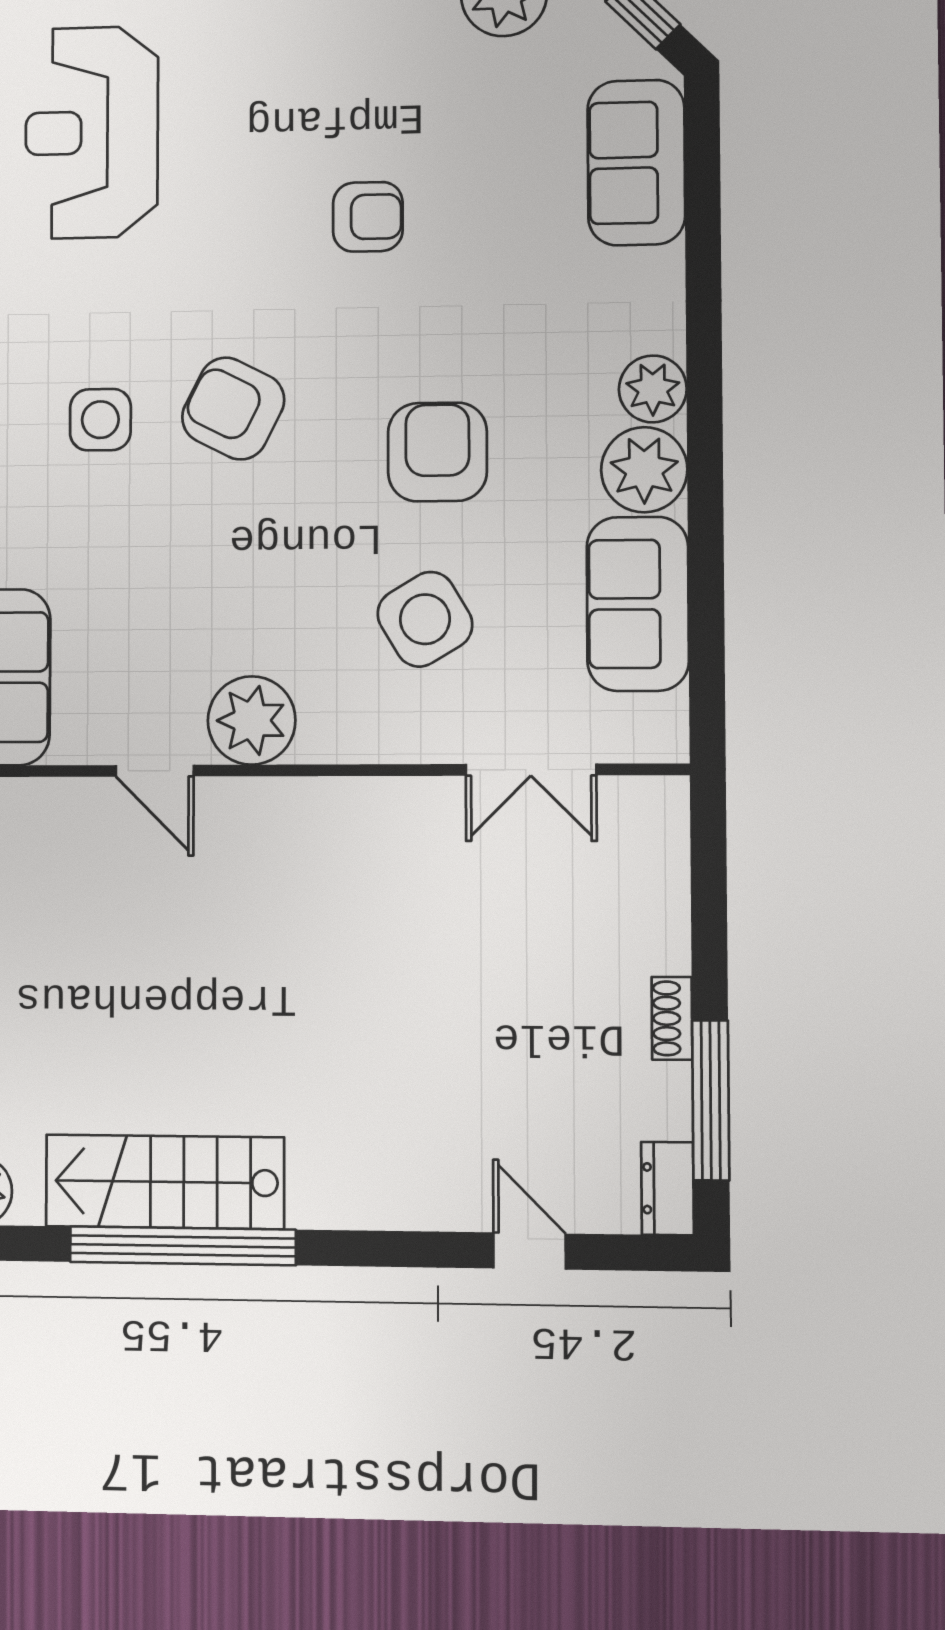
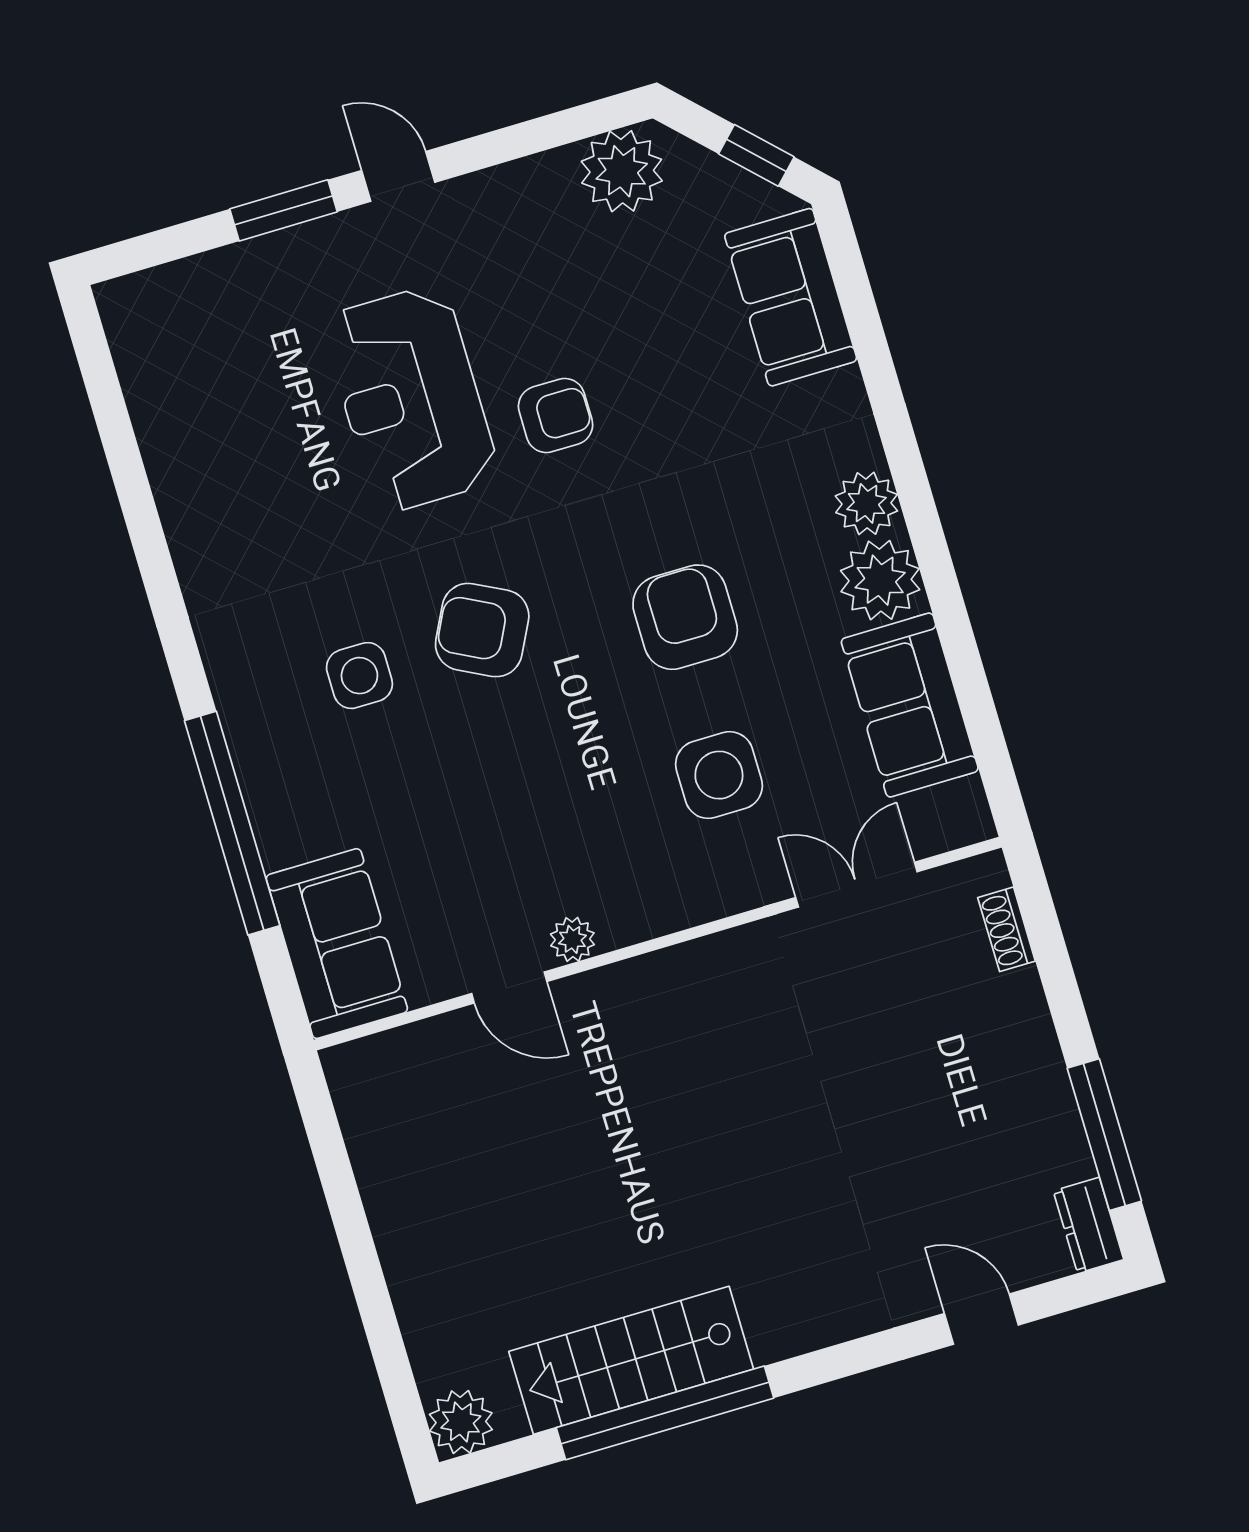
reception desk: (92, 132) -> (411, 399), moved
side table: (425, 619) -> (719, 775), turned 31
plant: (252, 720) -> (572, 939), width x0.53, depth x0.53
double door: (531, 770) -> (856, 885), swing flipped
shoe rack: (672, 1018) -> (1007, 929), moved

